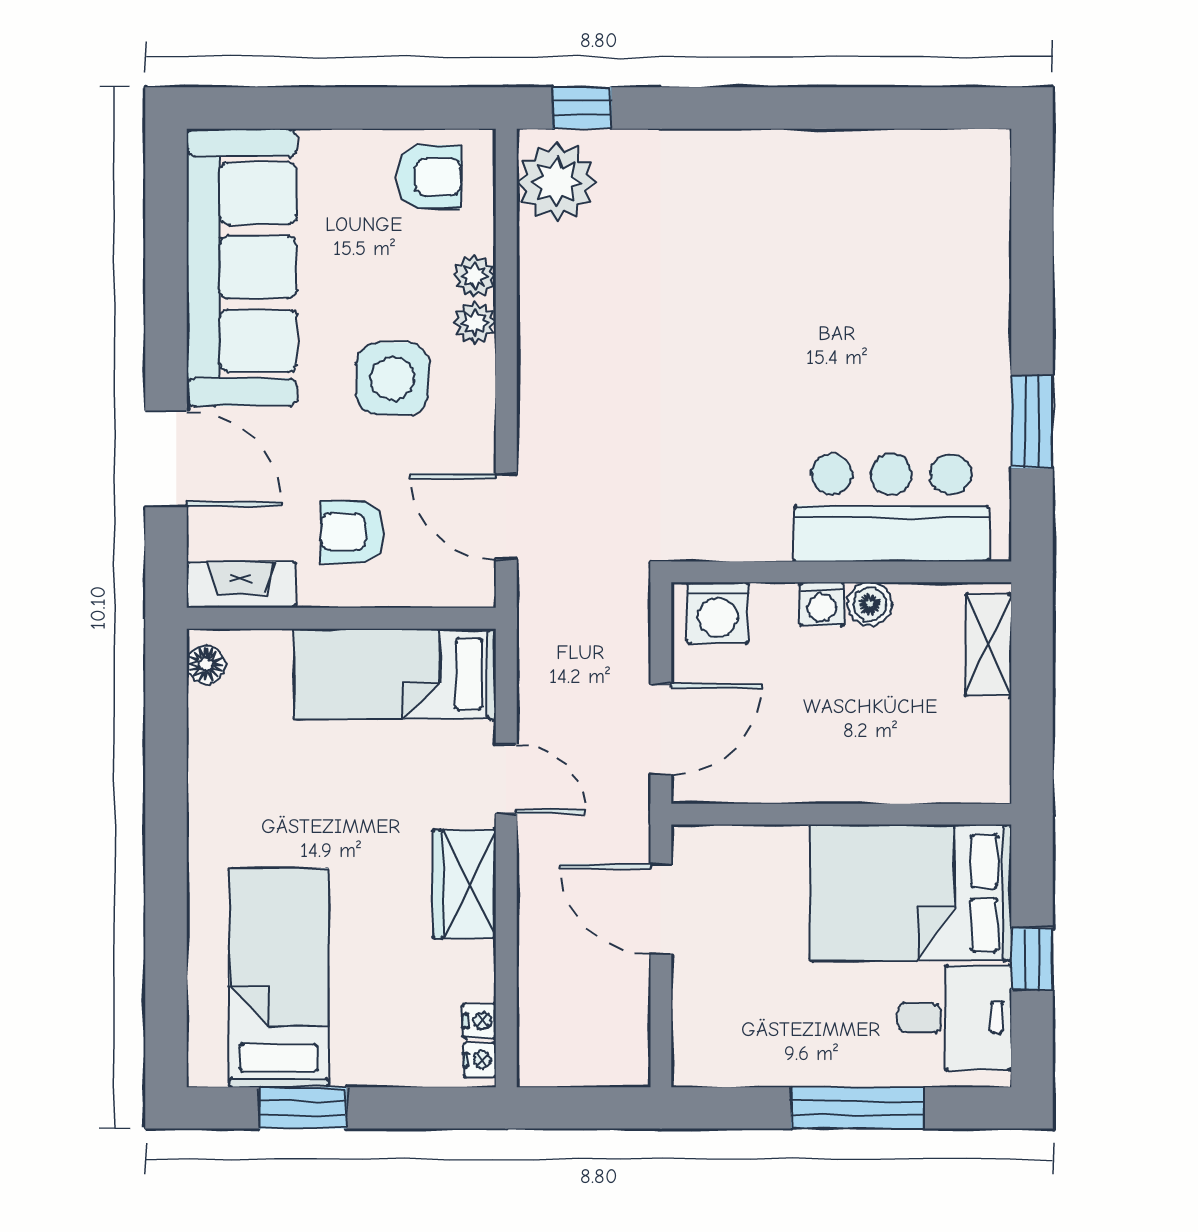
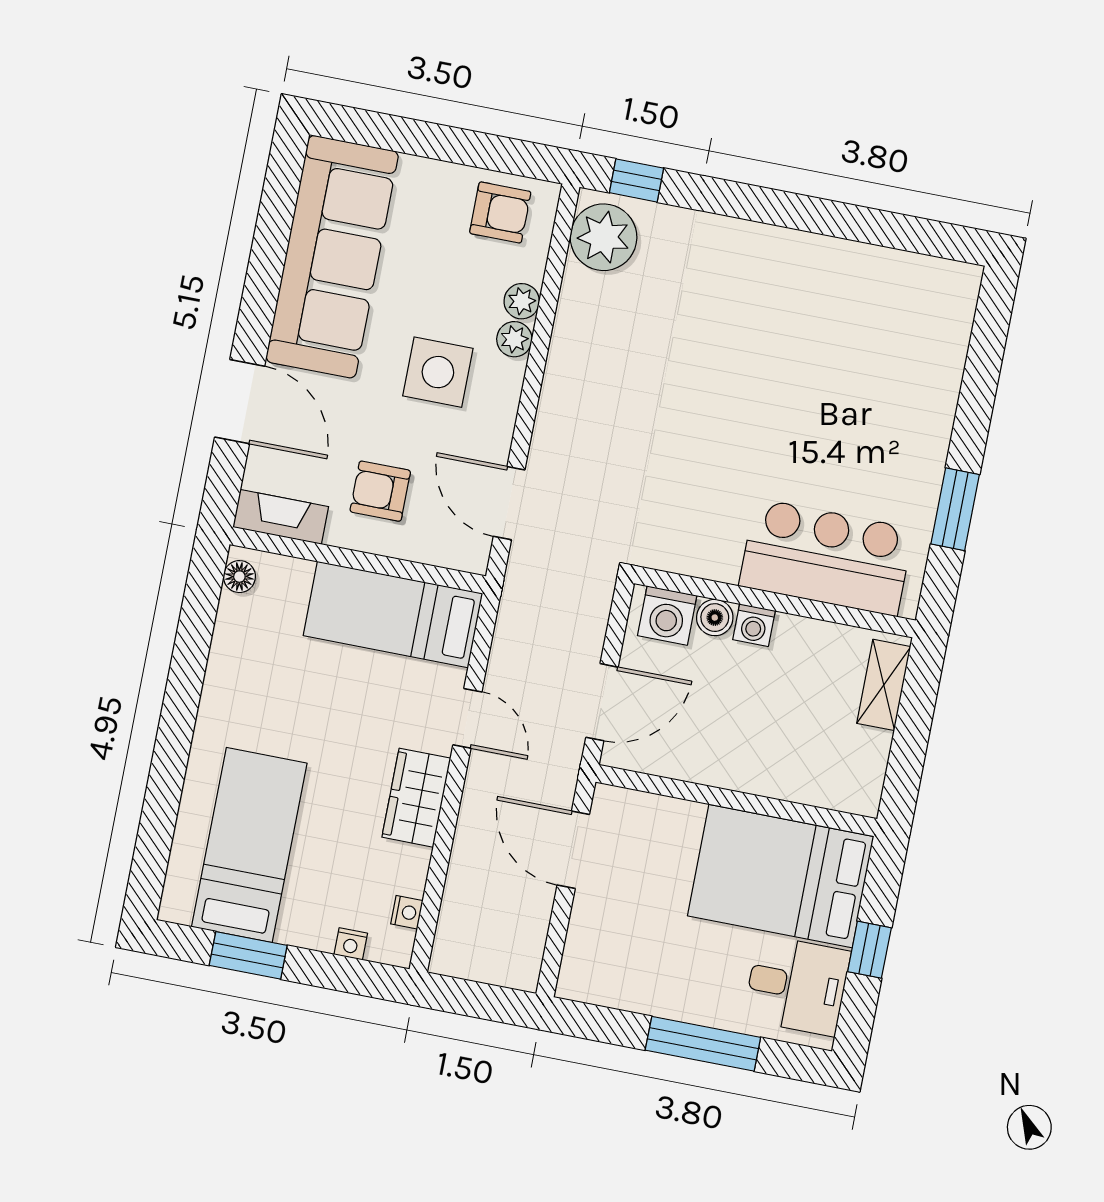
boiler: (870, 604) -> (715, 618), moved
nightstand: (480, 1060) -> (351, 944), moved, turned 90

